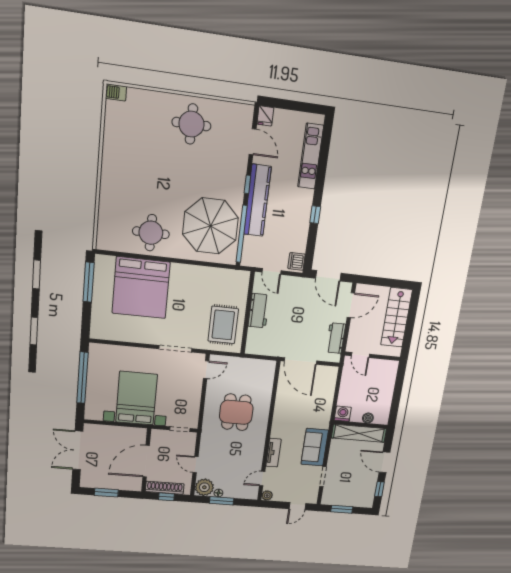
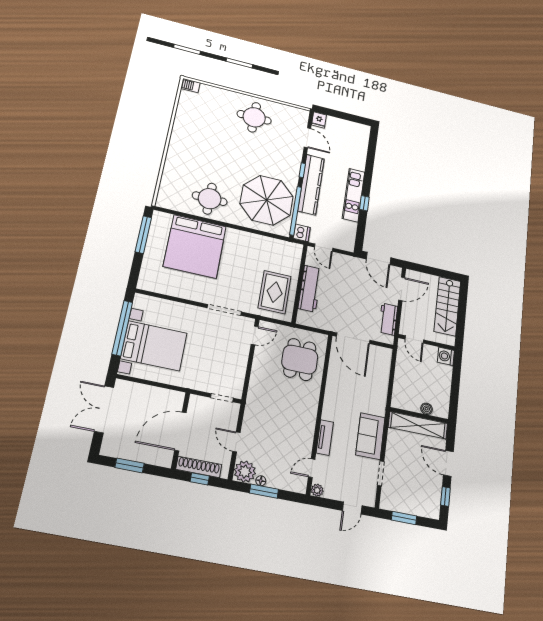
kitchen unit: (311, 156) -> (354, 195), moved
dishwasher: (297, 261) -> (302, 233), moved, turned 180
workbench: (259, 311) -> (310, 289), width x1.38
bed with nightstands: (137, 398) -> (154, 346), moved, turned 90
dining table: (236, 412) -> (300, 359), moved
washing machine: (343, 414) -> (446, 356), moved, turned -90

